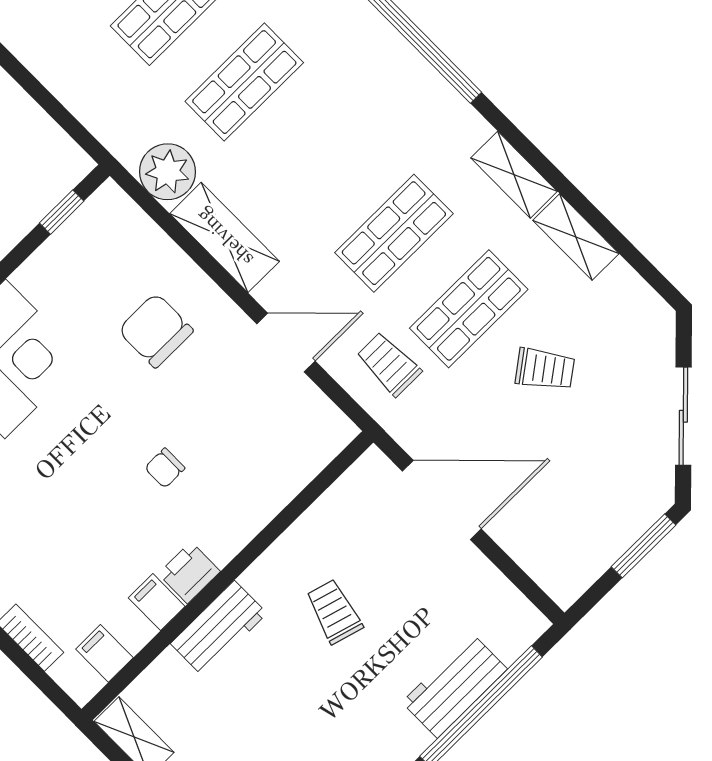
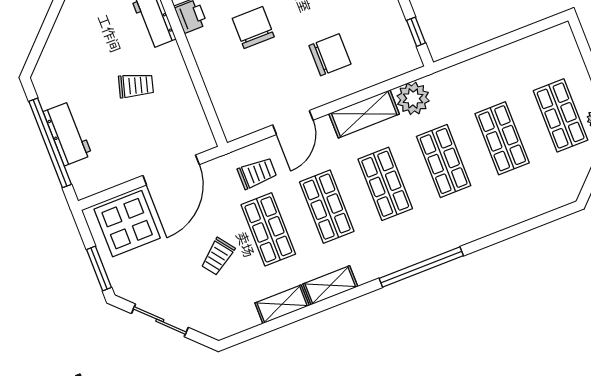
shop shelf: (319, 158) -> (385, 184), added
chair: (165, 468) -> (253, 28), width x1.87, depth x1.87
display table: (555, 532) -> (127, 224), added

